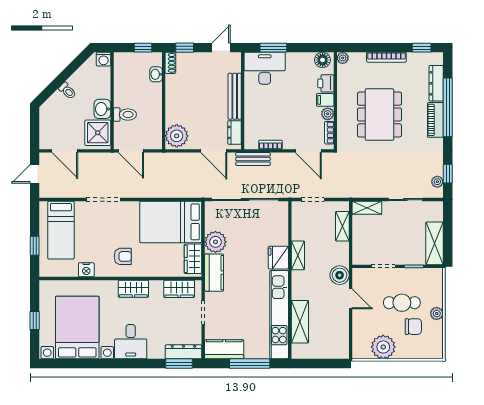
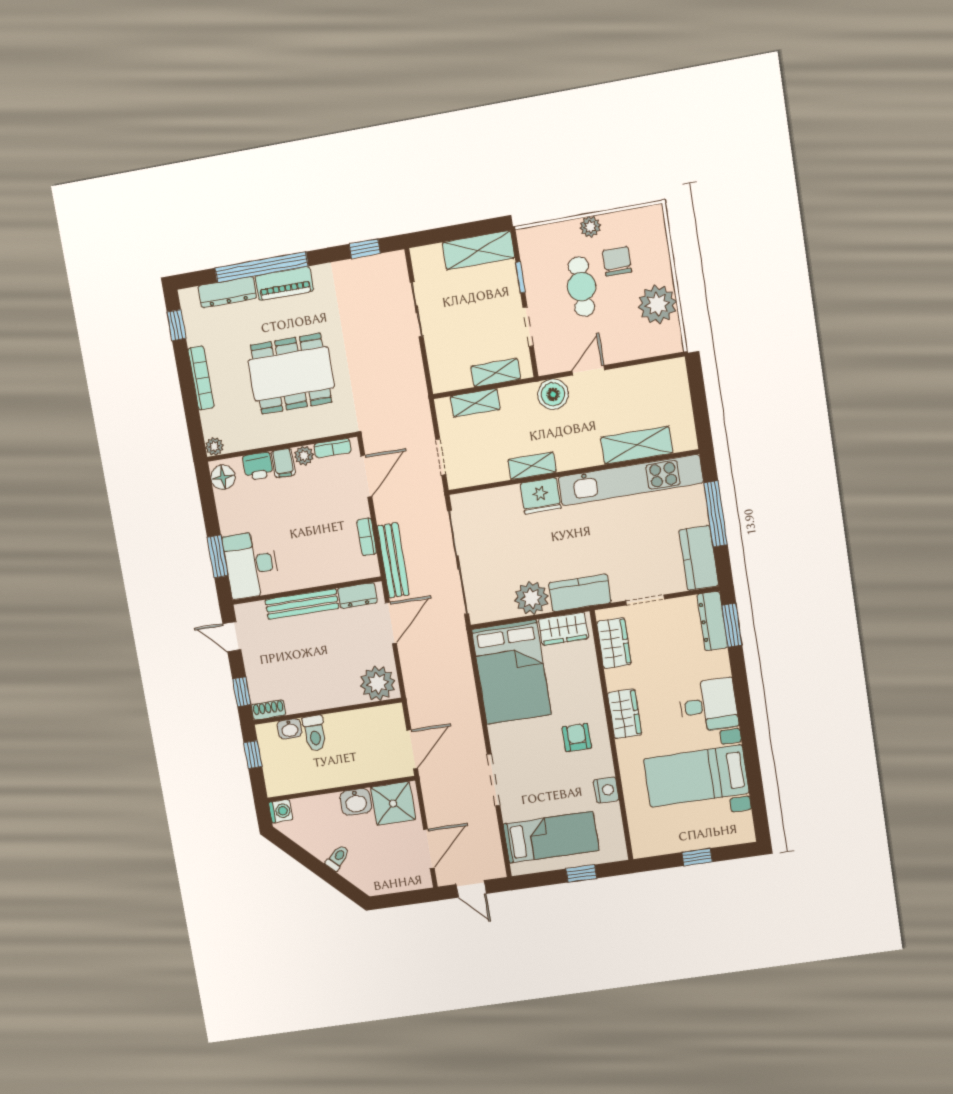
toilet: (125, 115) -> (315, 733), moved, turned 180
bench: (253, 159) -> (393, 560), width x1.36
plant: (437, 182) -> (380, 263), removed
shelving: (367, 208) -> (496, 373), moved, turned 90
bed with nightstands: (77, 328) -> (696, 776), width x0.73

